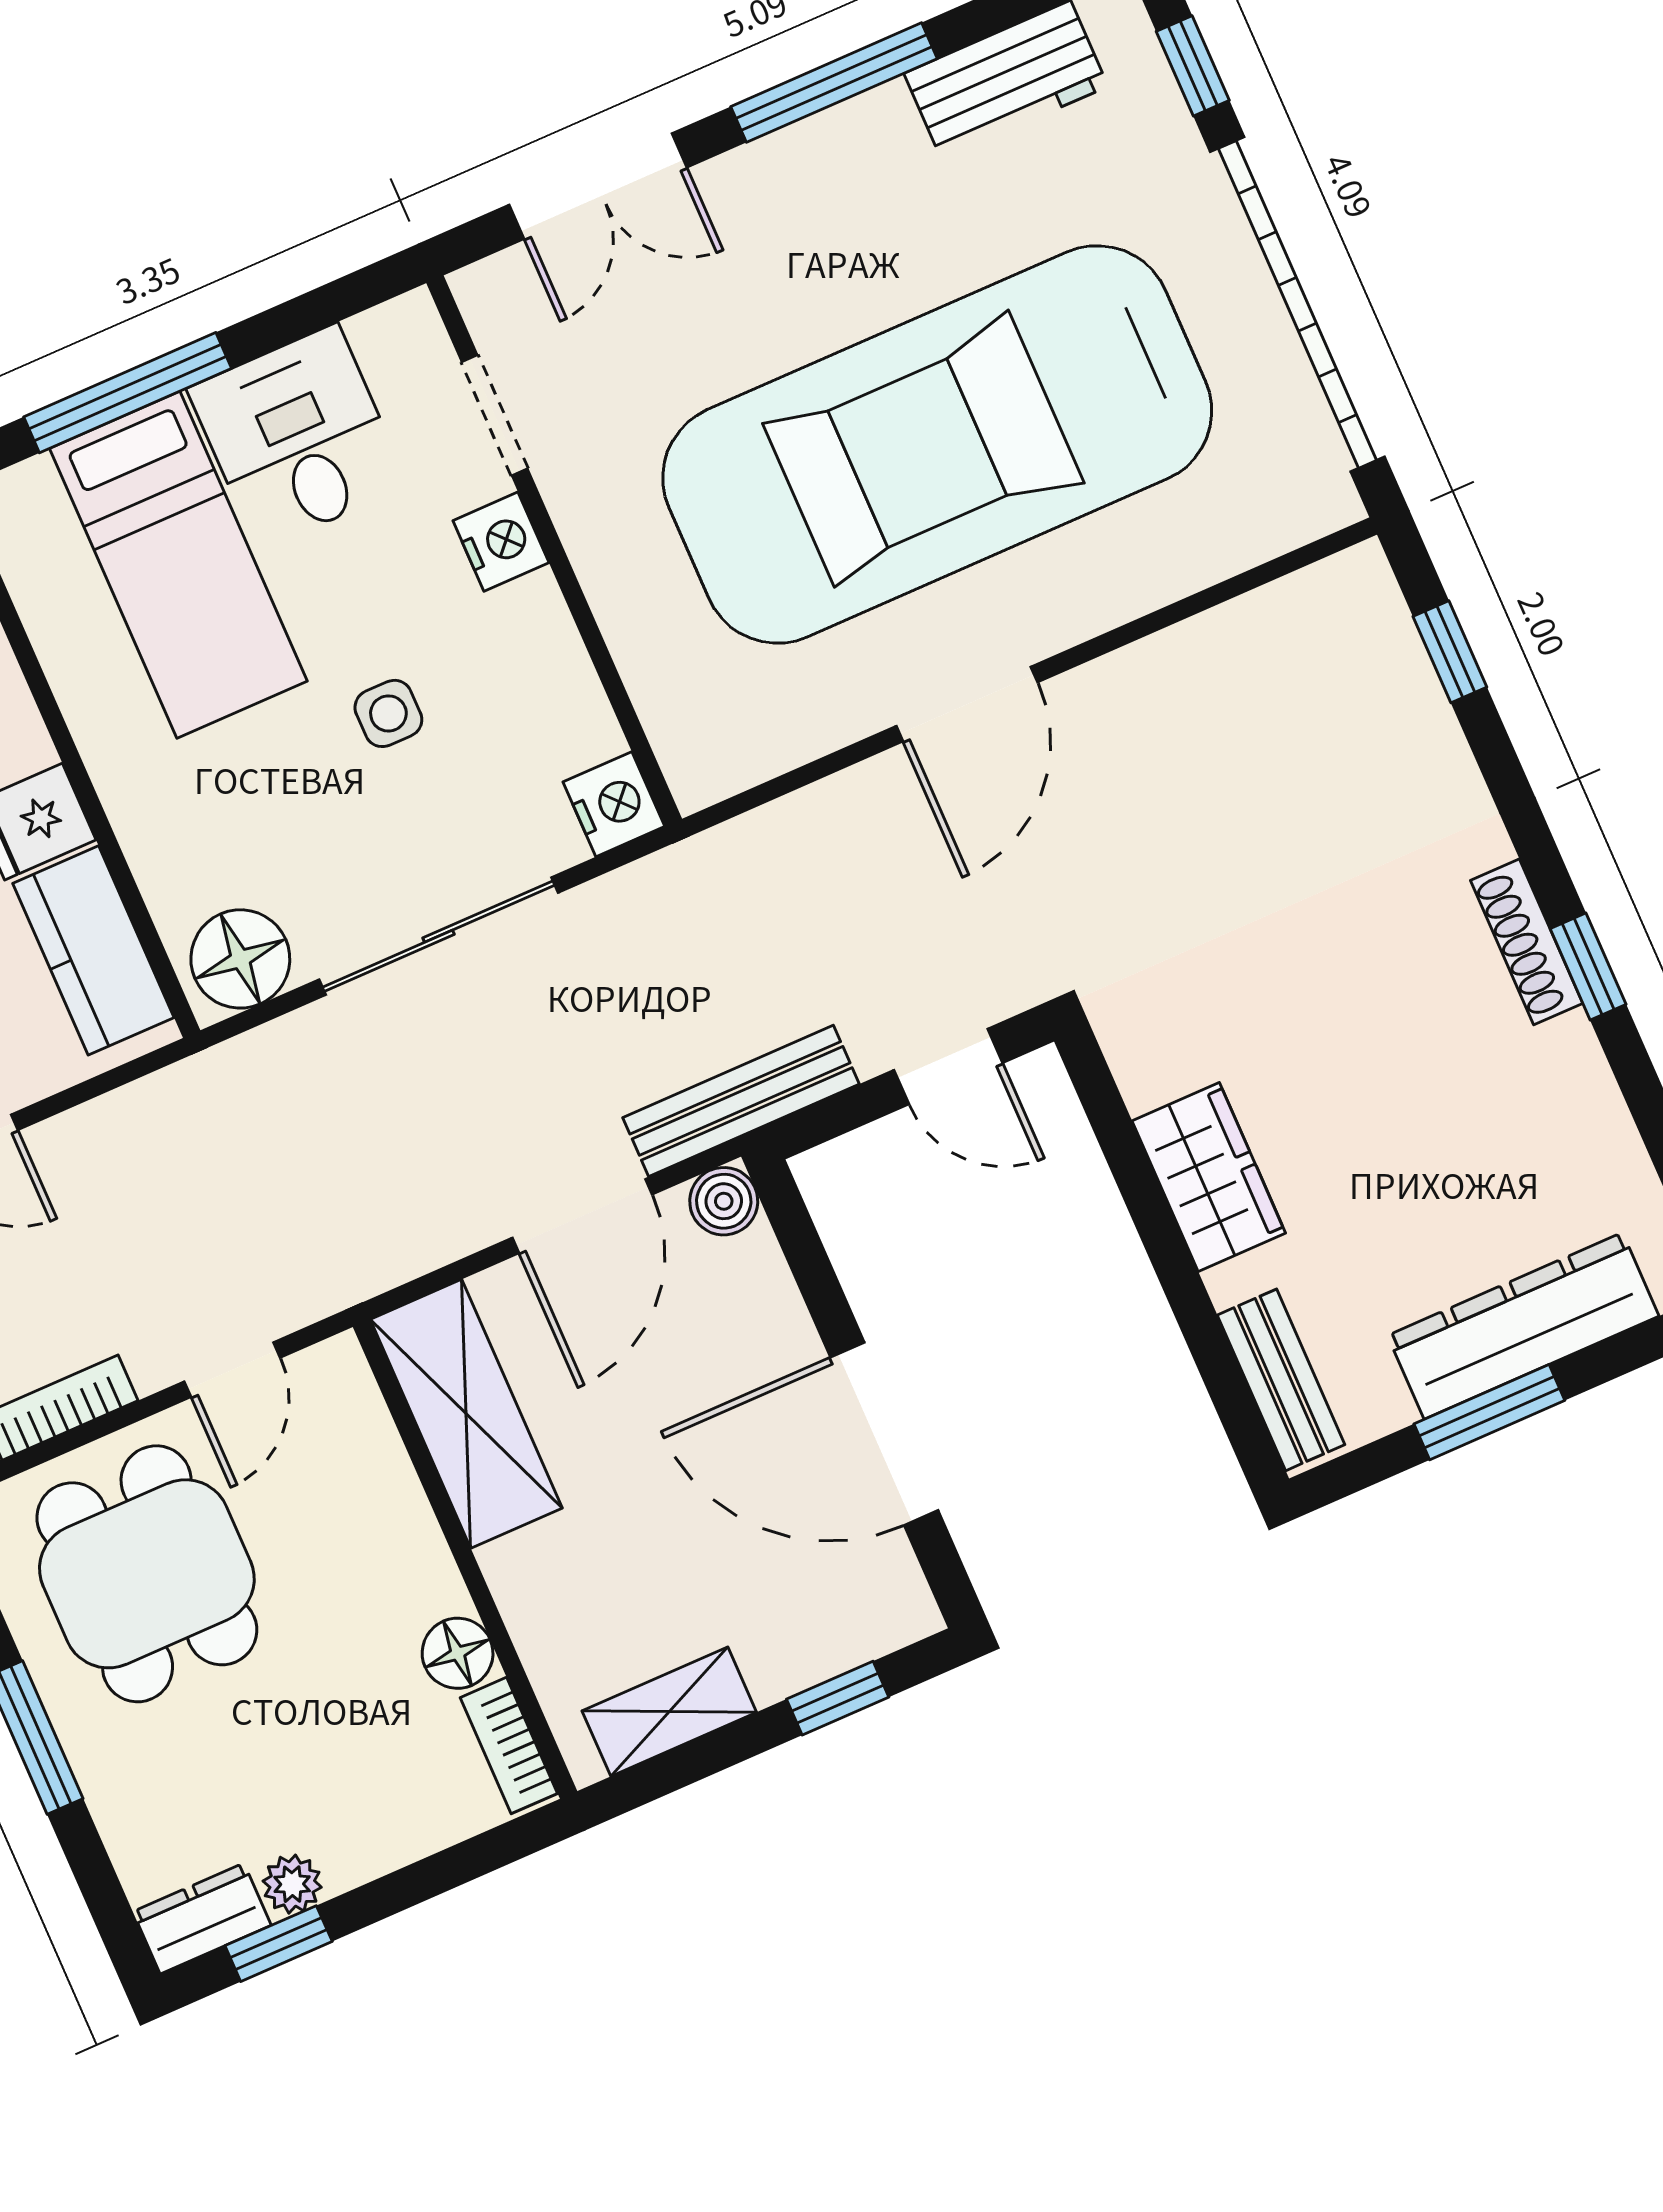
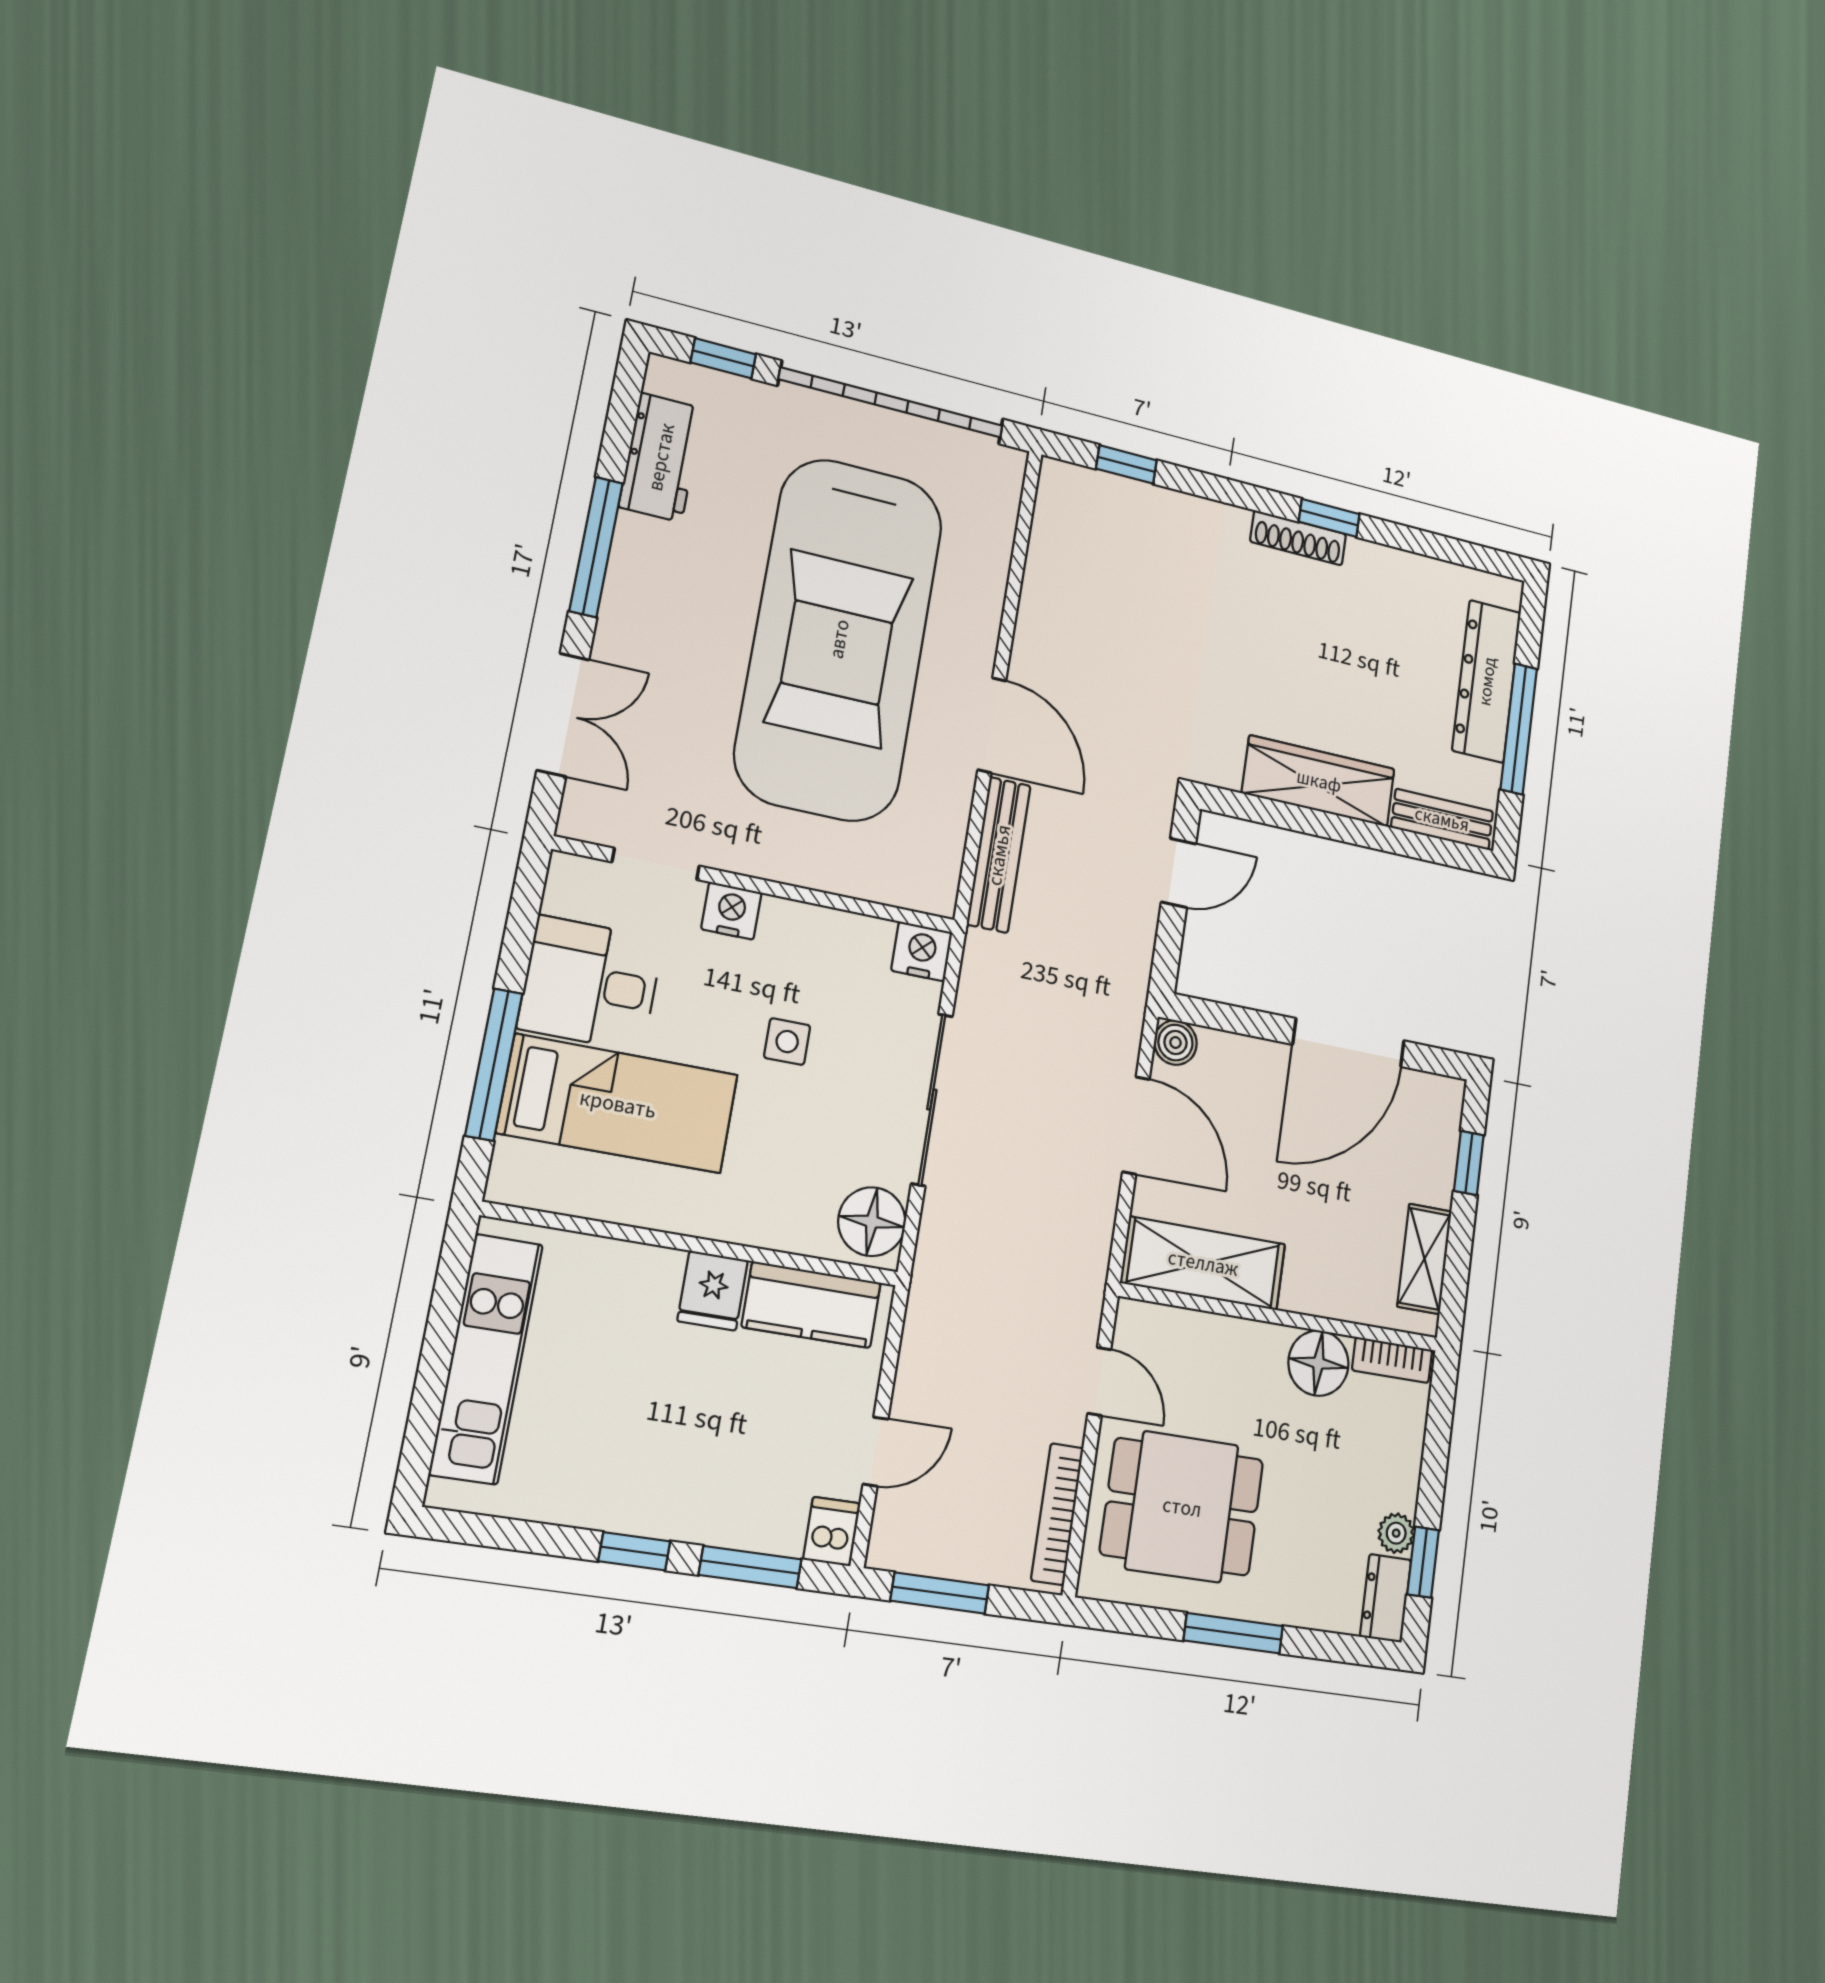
bench: (741, 1101) -> (999, 855), moved
wardrobe: (1209, 1177) -> (1319, 781), width x1.50
window: (1489, 1412) -> (1519, 729), width x1.44
floor lamp: (458, 1653) -> (1318, 1363), width x1.38, depth x1.38

